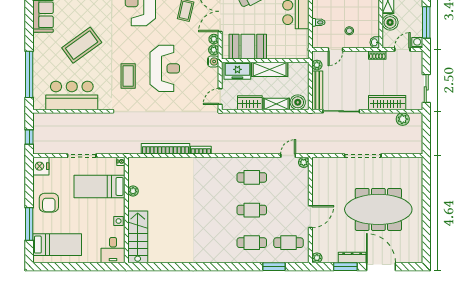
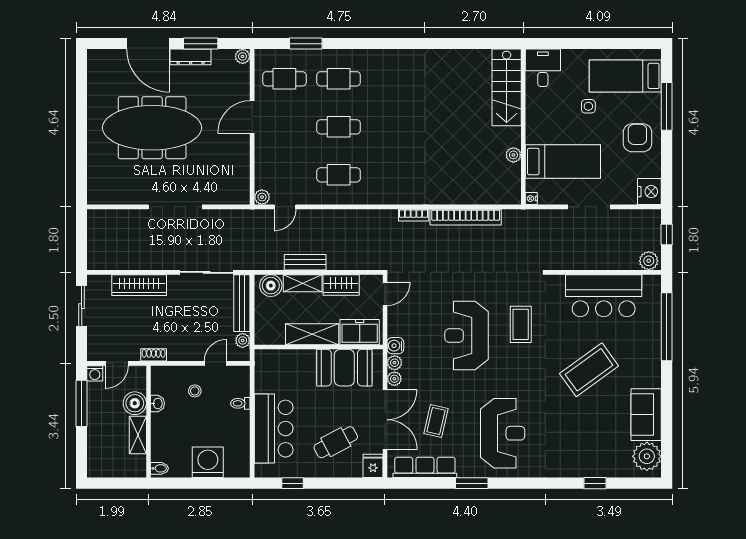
washbasin: (375, 42) -> (157, 403), moved
bench: (274, 118) -> (305, 262), added
plant: (403, 119) -> (649, 261), moved
side table: (119, 221) -> (588, 106), moved

